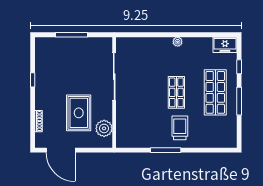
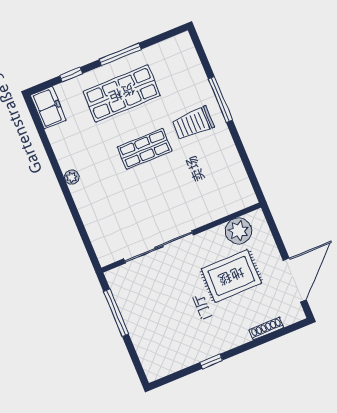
window: (72, 35) -> (116, 313), moved
window: (166, 150) -> (220, 99), moved

